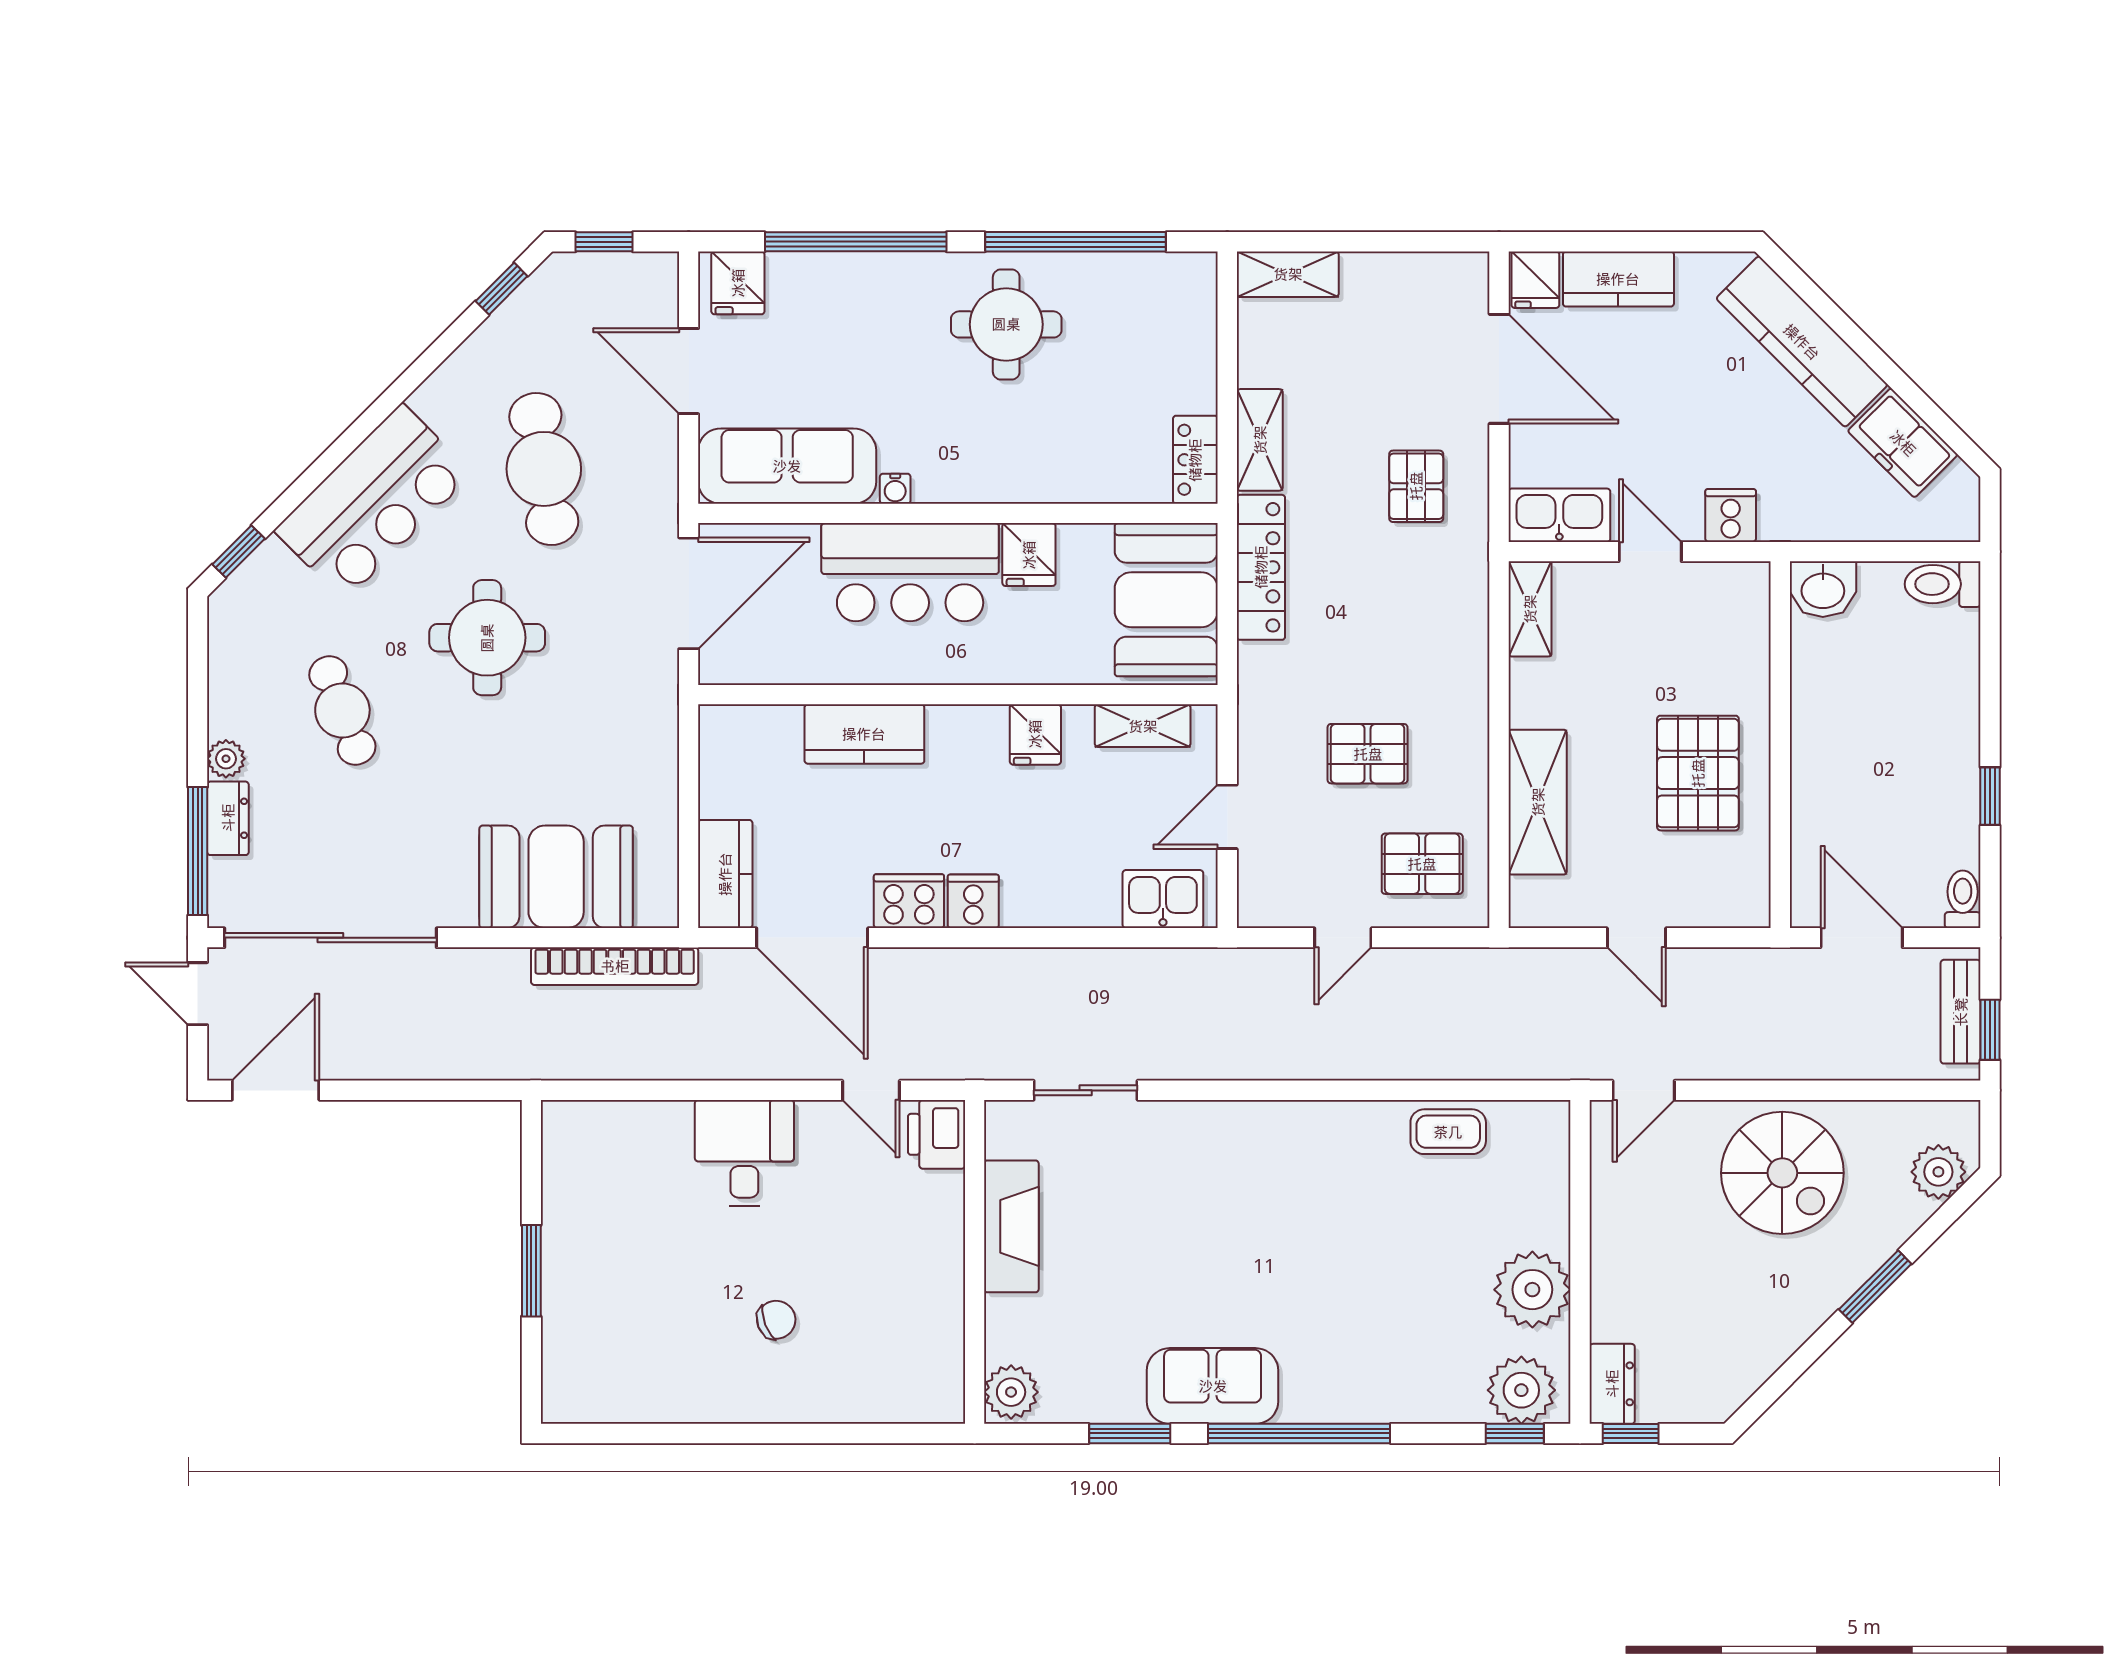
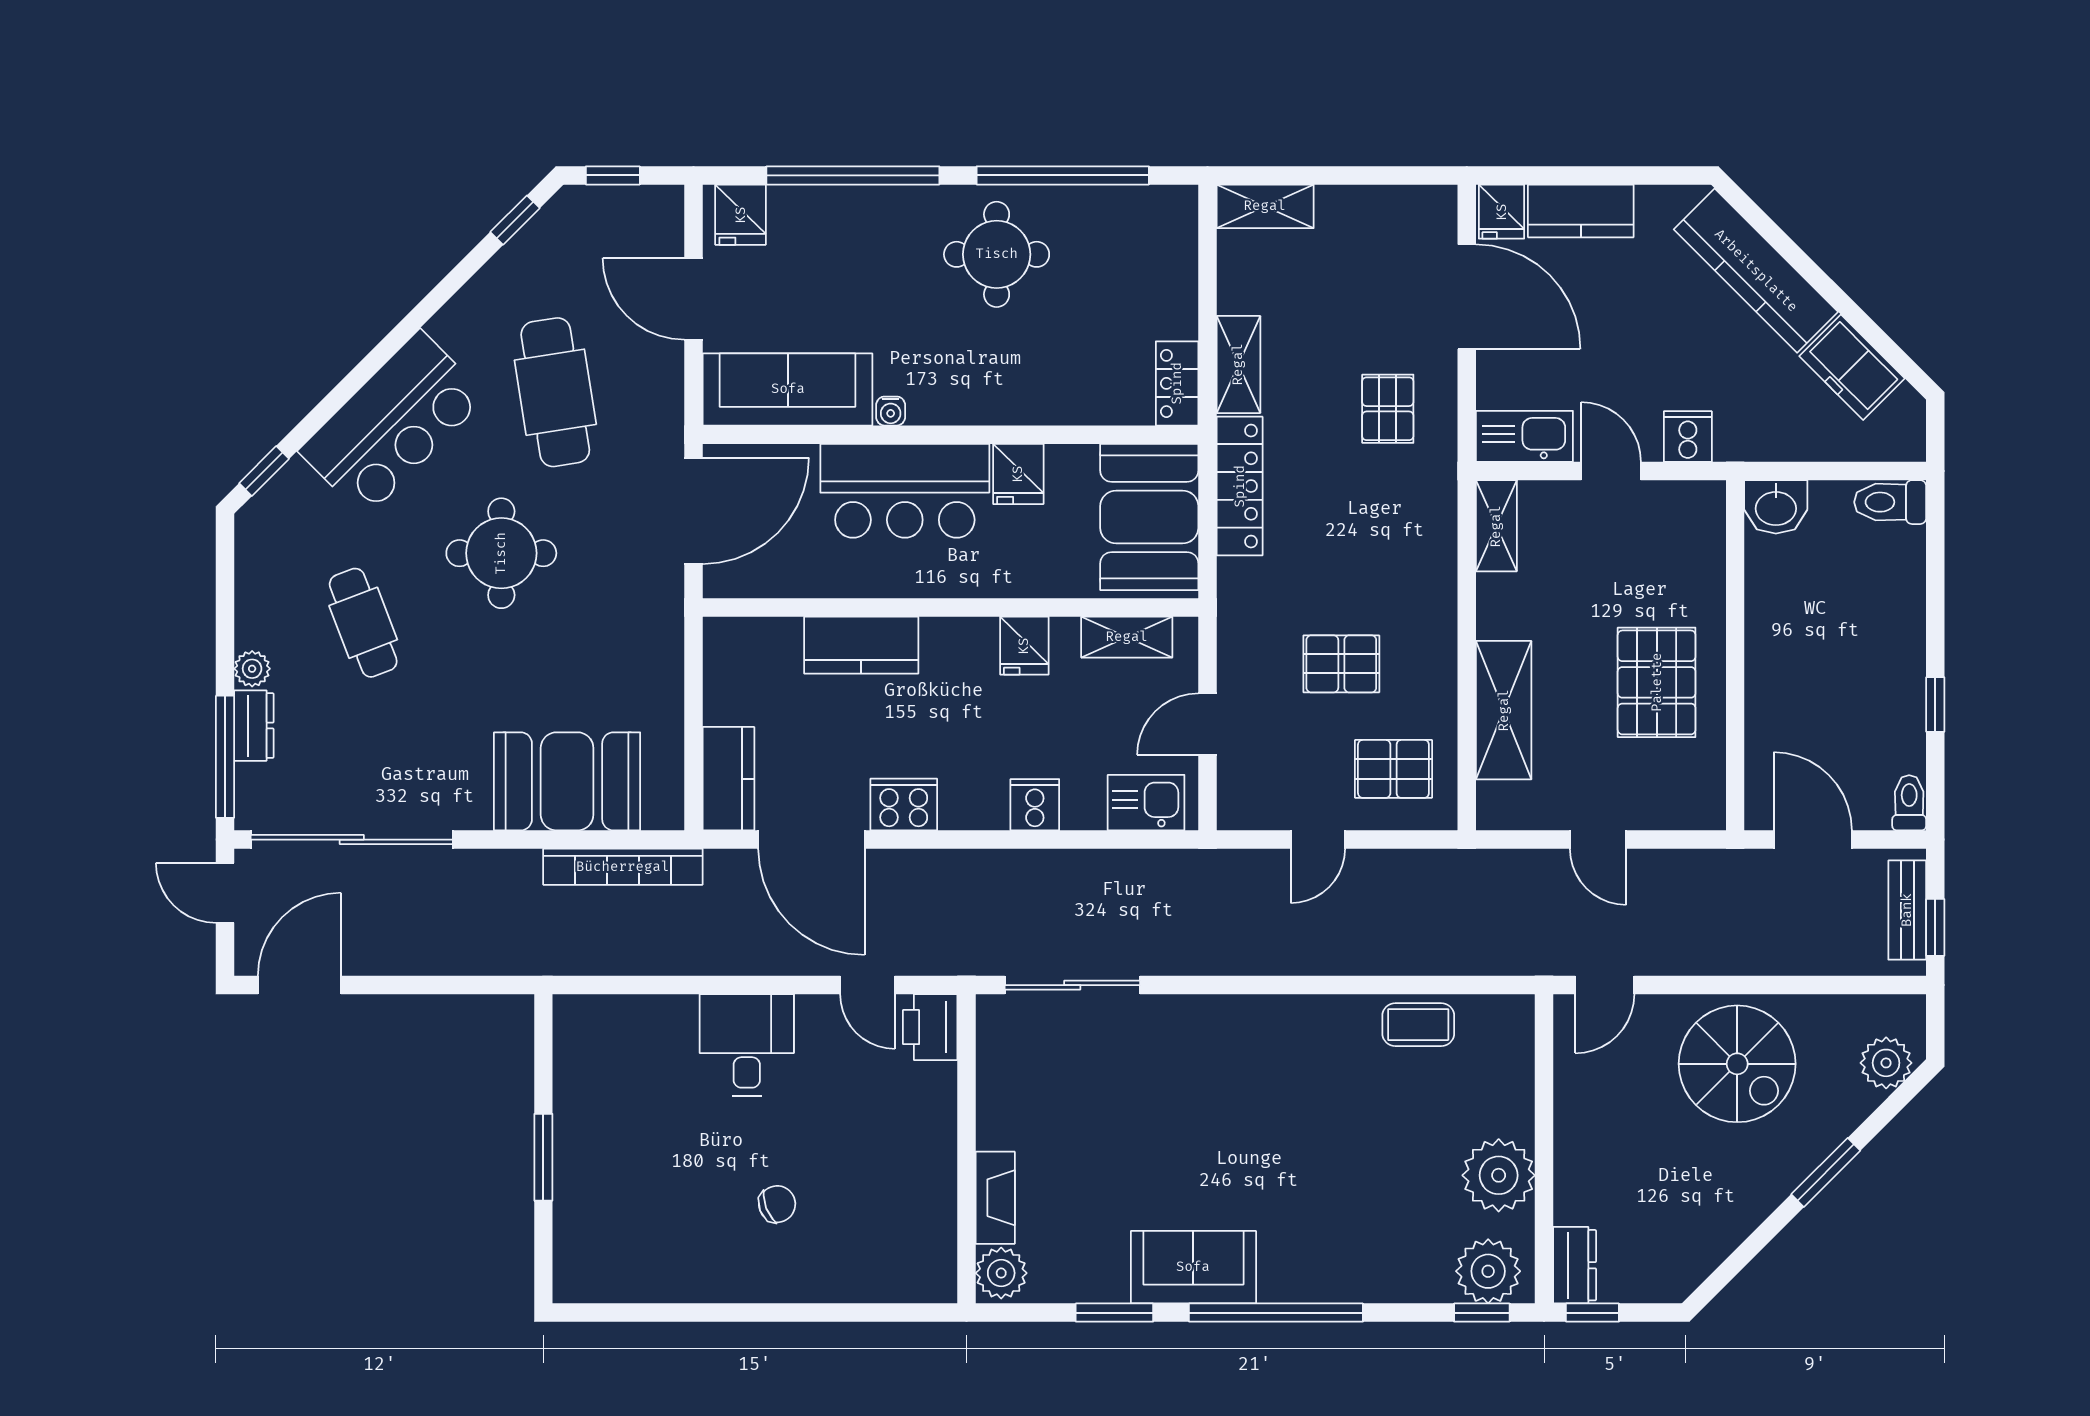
cooker: (973, 901) -> (1035, 805), moved
sliding door: (1086, 1090) -> (1072, 985), width x1.37
fireplace: (1011, 1226) -> (995, 1198), moved, width x0.73, depth x0.76

